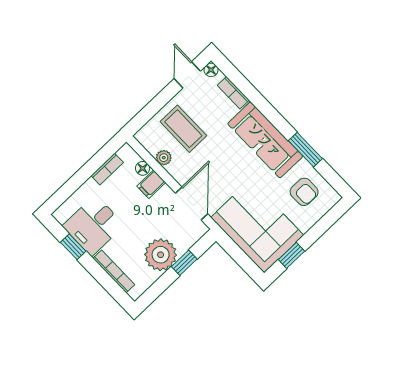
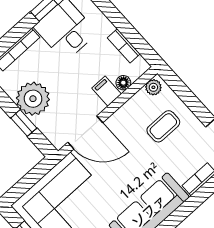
coffee table: (183, 129) -> (163, 126), width x0.73, depth x0.77
plant: (164, 158) -> (153, 87), moved

